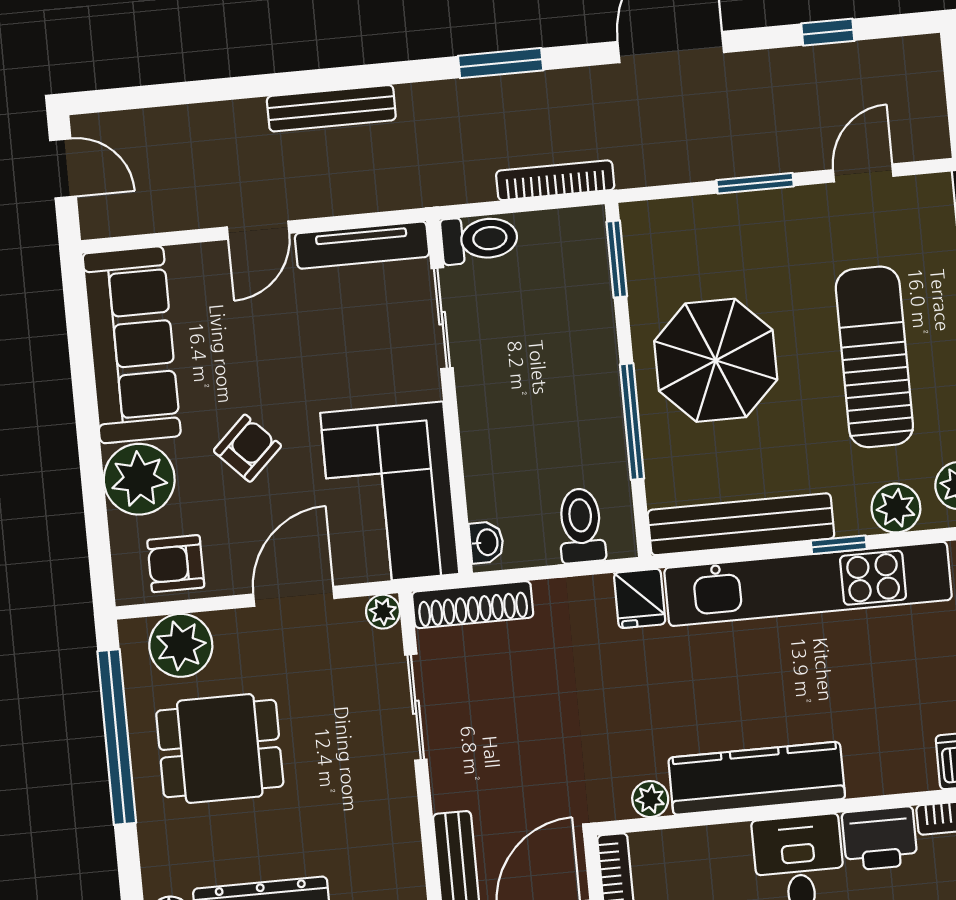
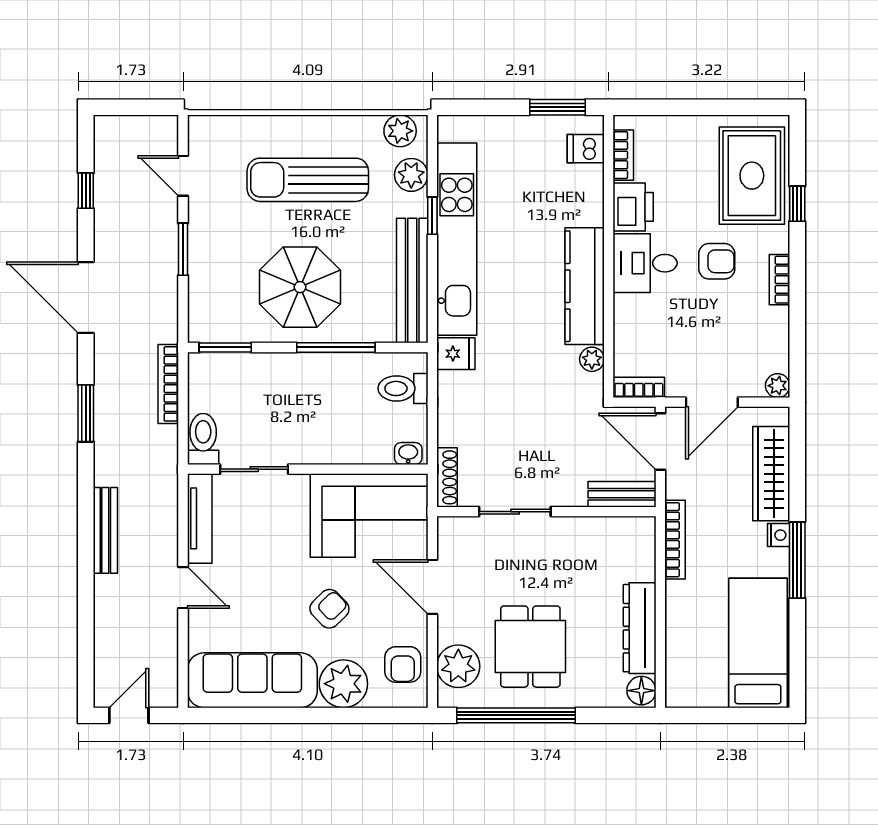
armchair: (247, 448) -> (329, 609), turned 90
shoe rack: (473, 605) -> (447, 477), width x0.74, depth x0.81
plant: (383, 612) -> (448, 528), removed

